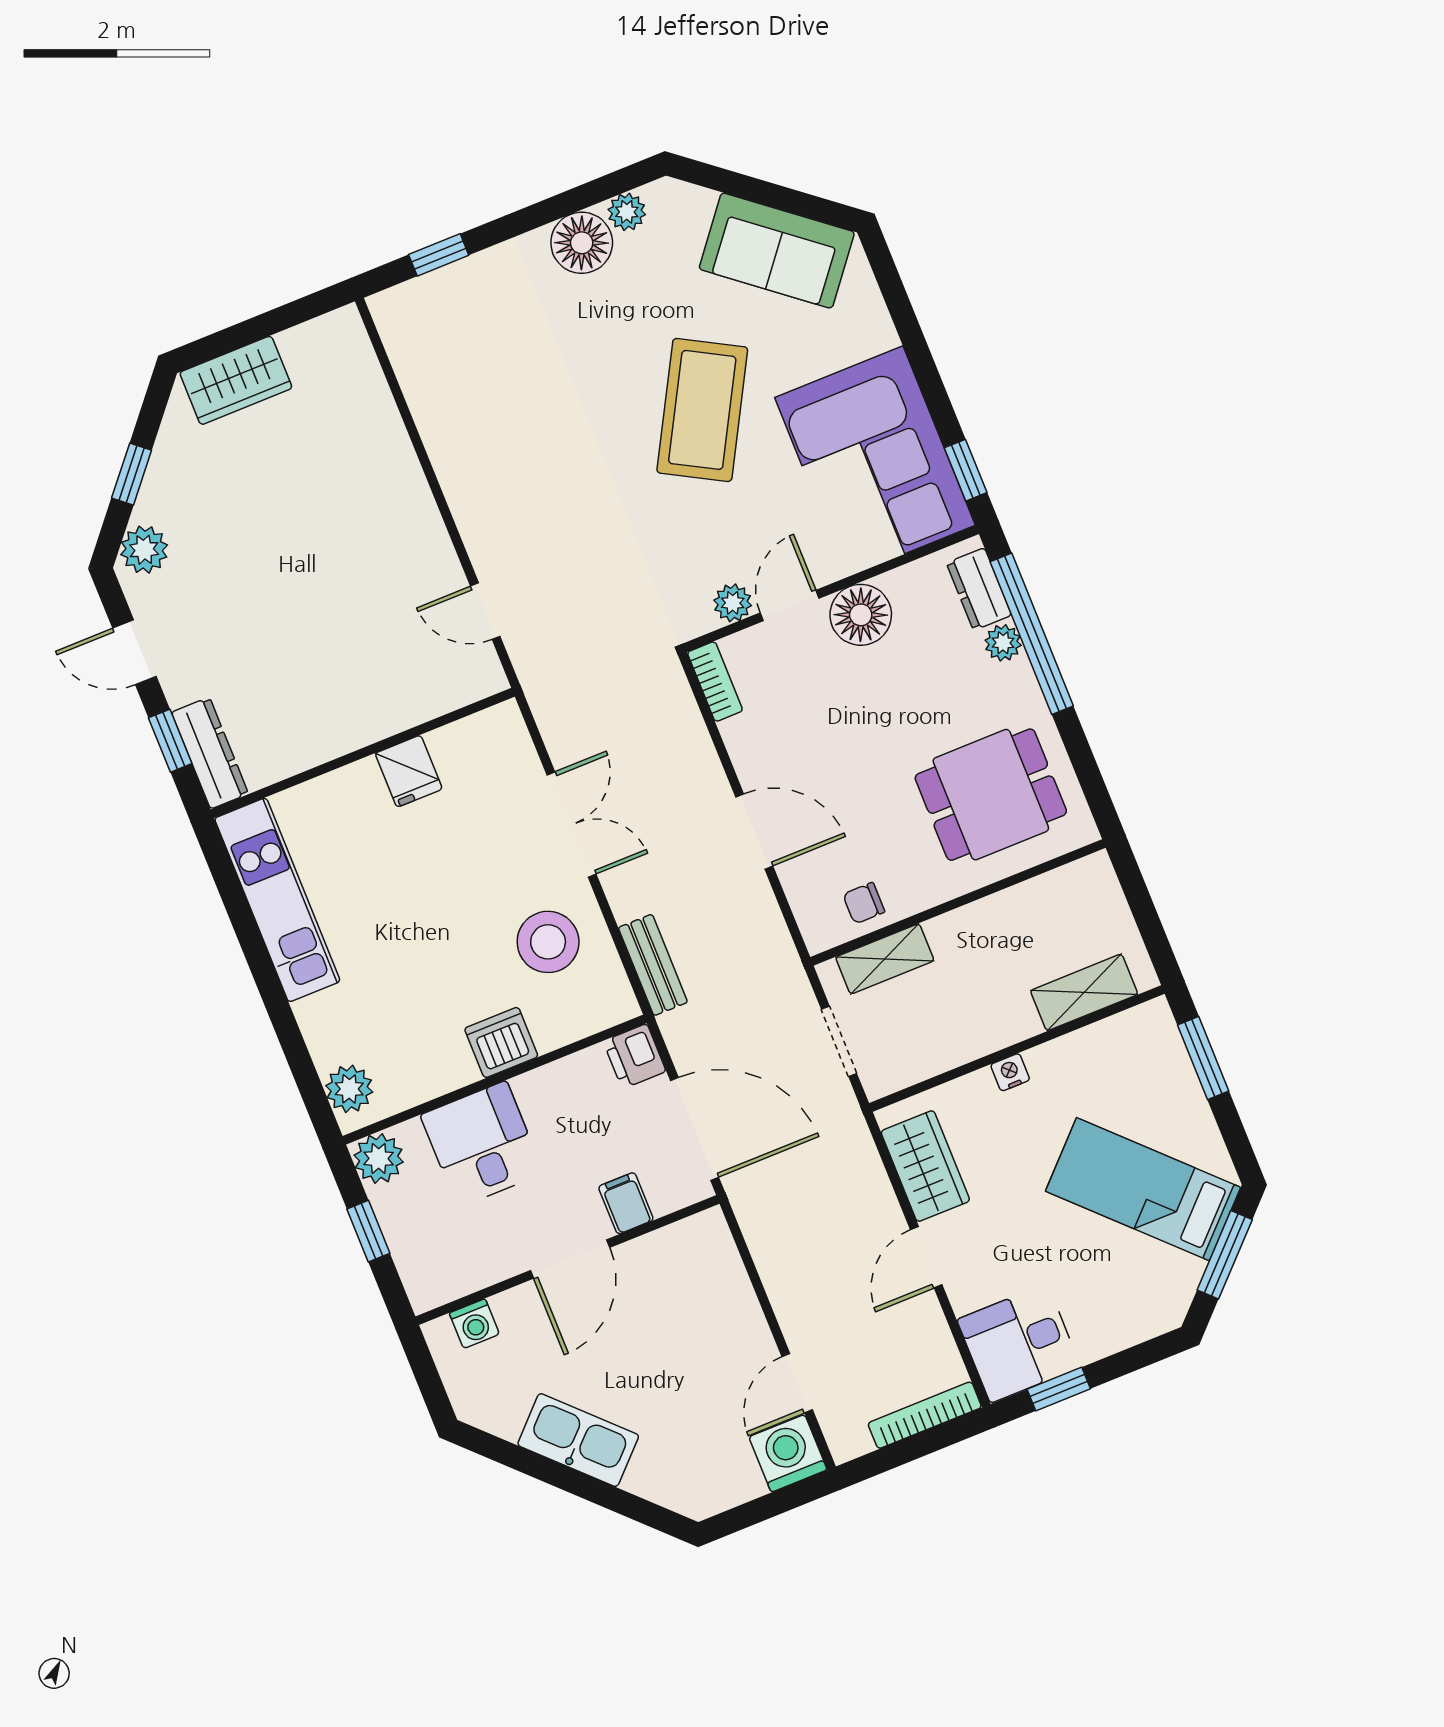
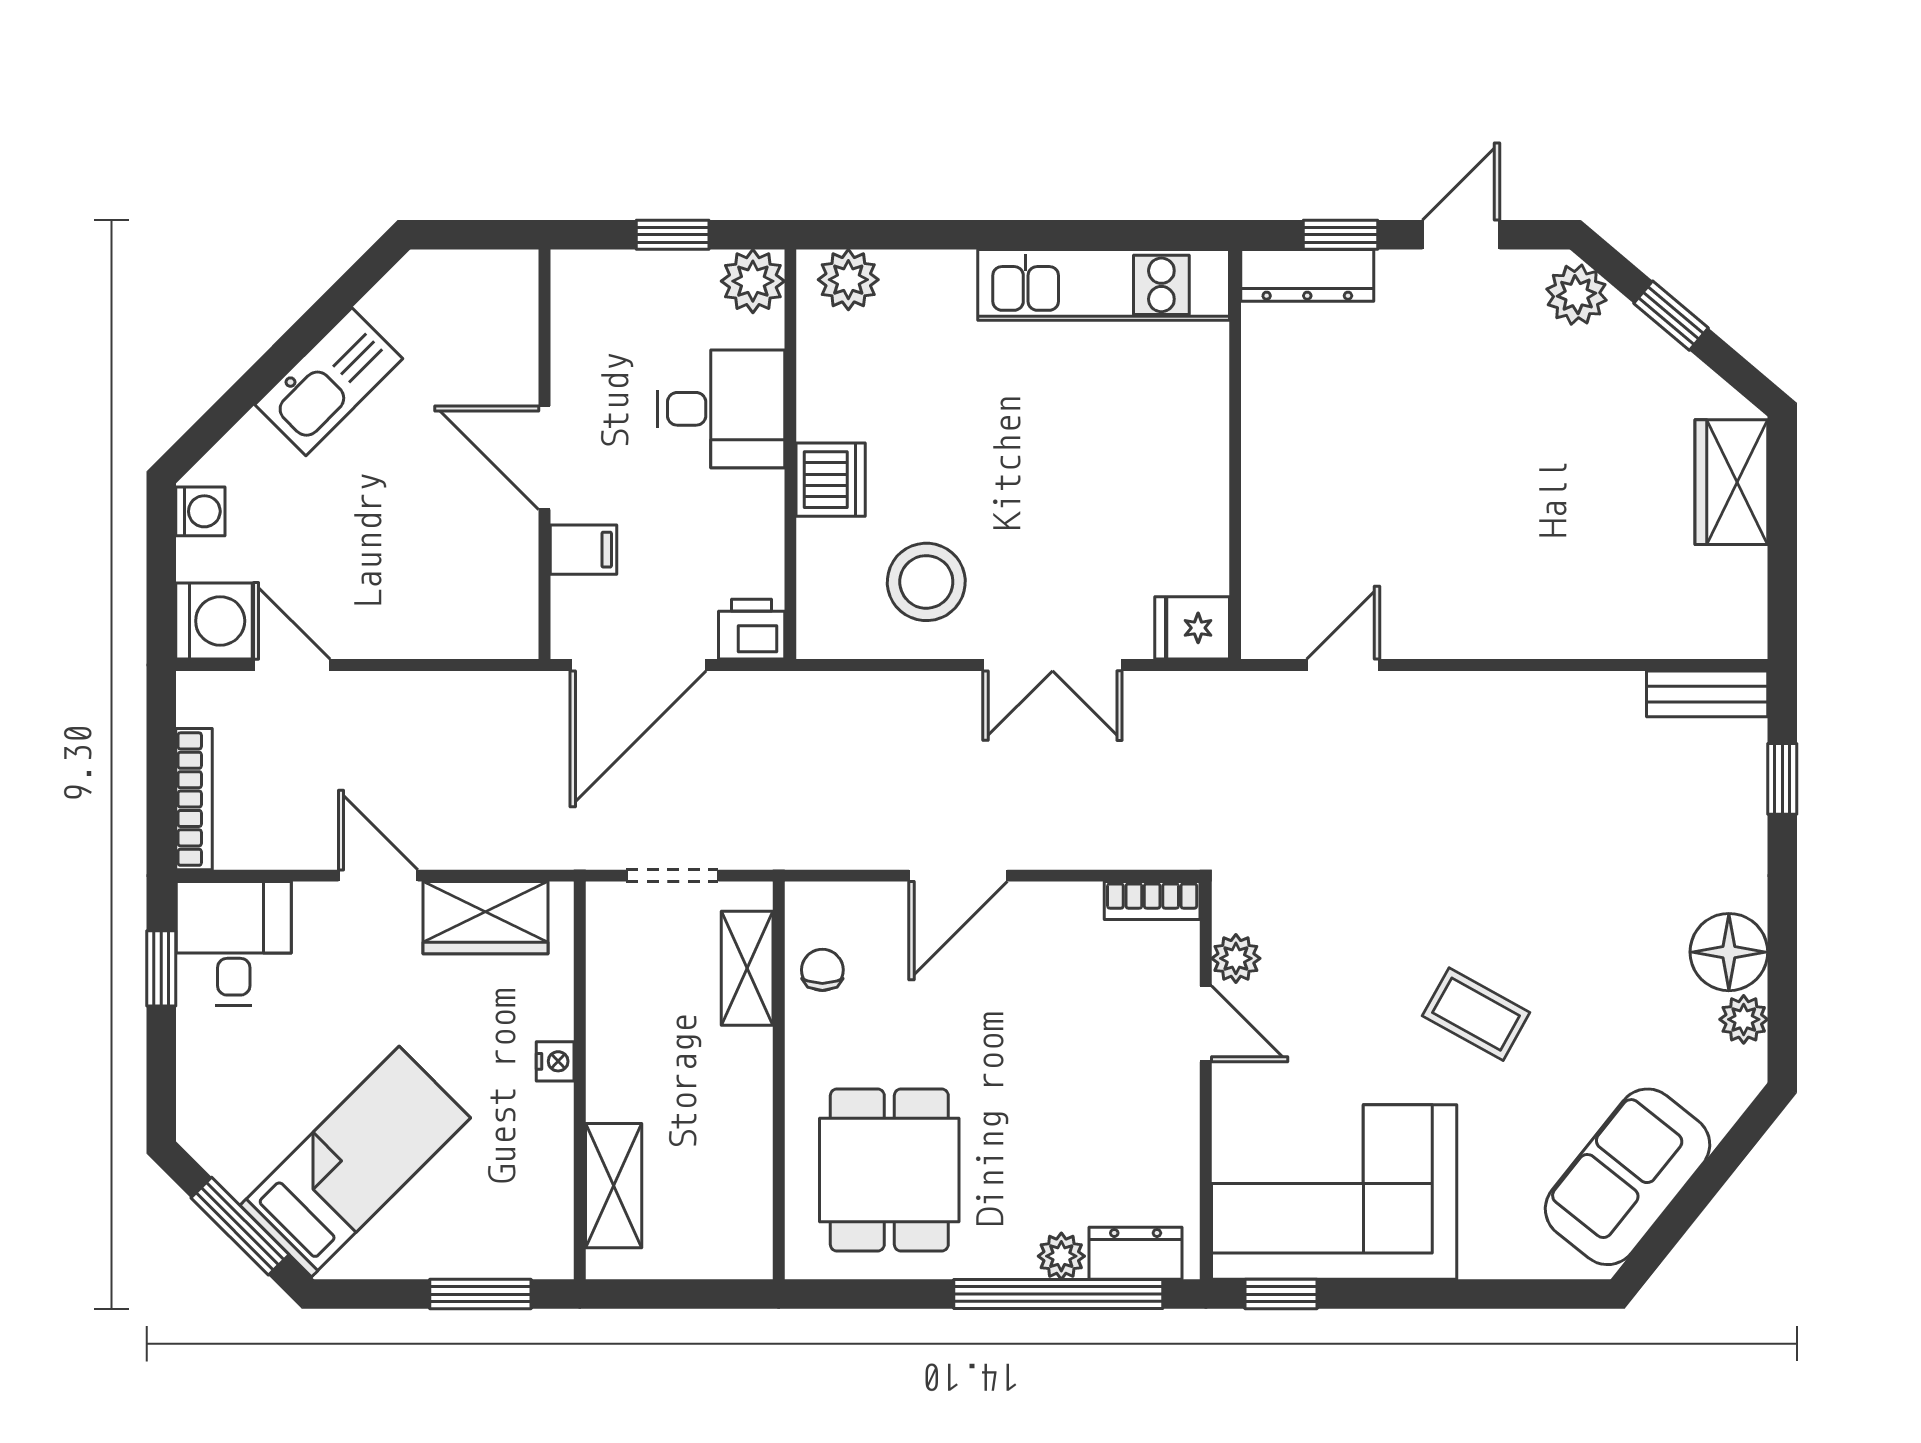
coffee table: (702, 410) -> (1476, 1014), width x0.54, depth x0.58
floor lamp: (861, 615) -> (1161, 1103), removed
fridge: (409, 771) -> (1192, 628), moved
bench: (653, 965) -> (1707, 694), moved
washing machine: (474, 1324) -> (200, 511), moved, turned 180

